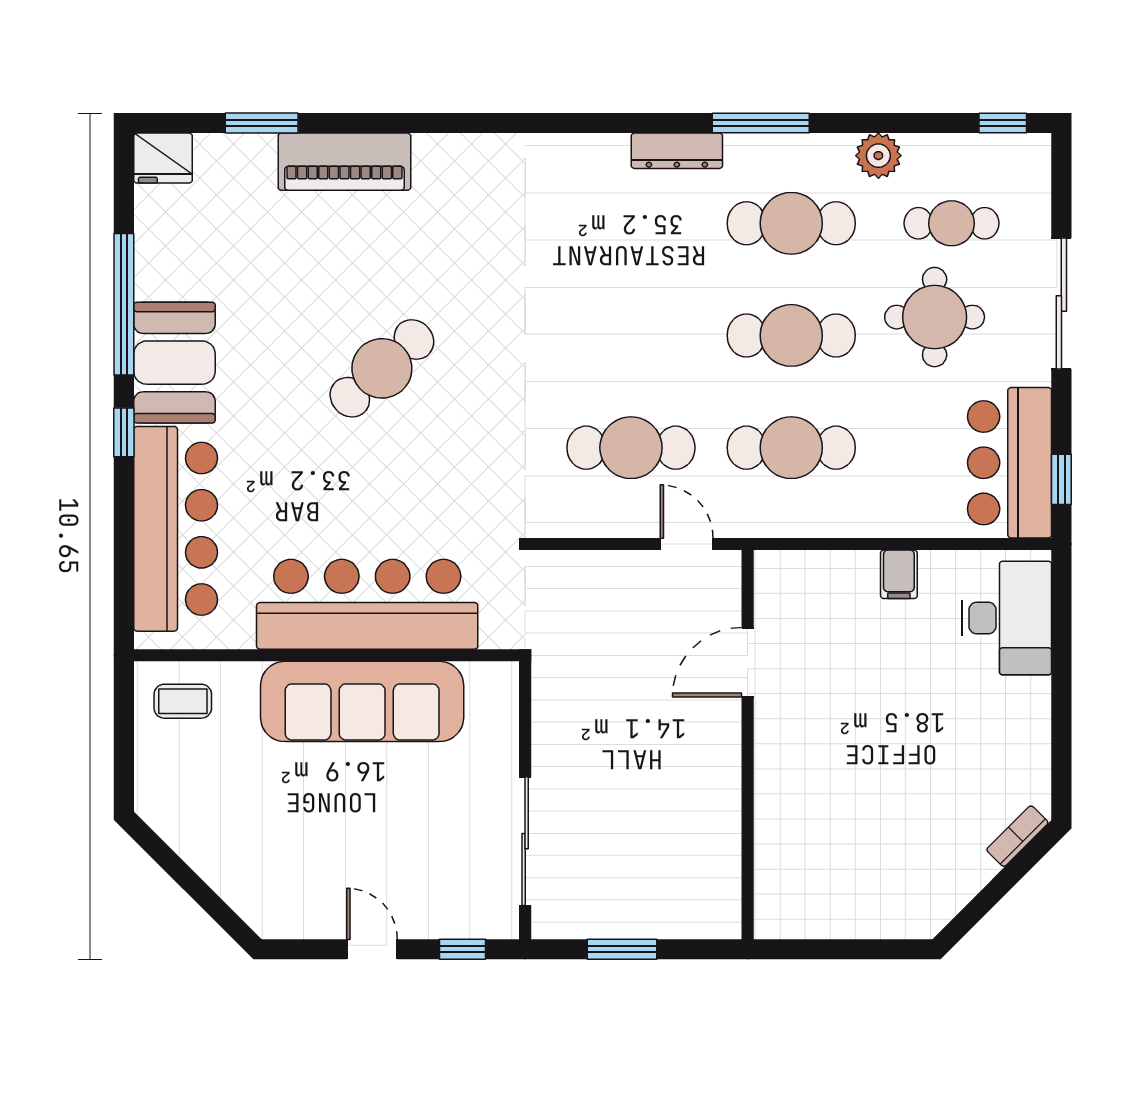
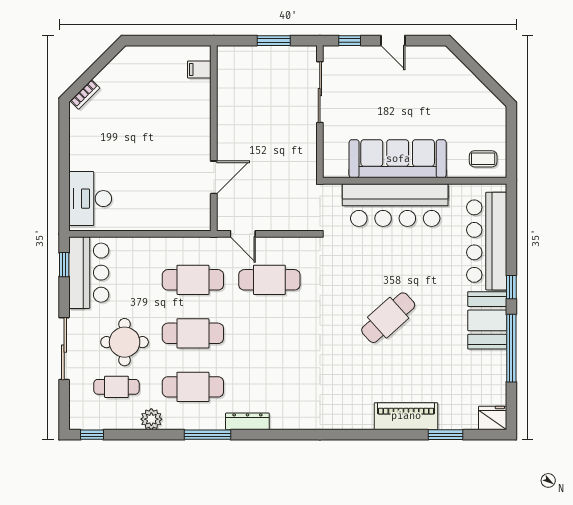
filing cabinet: (899, 574) -> (199, 70), moved, turned -90

